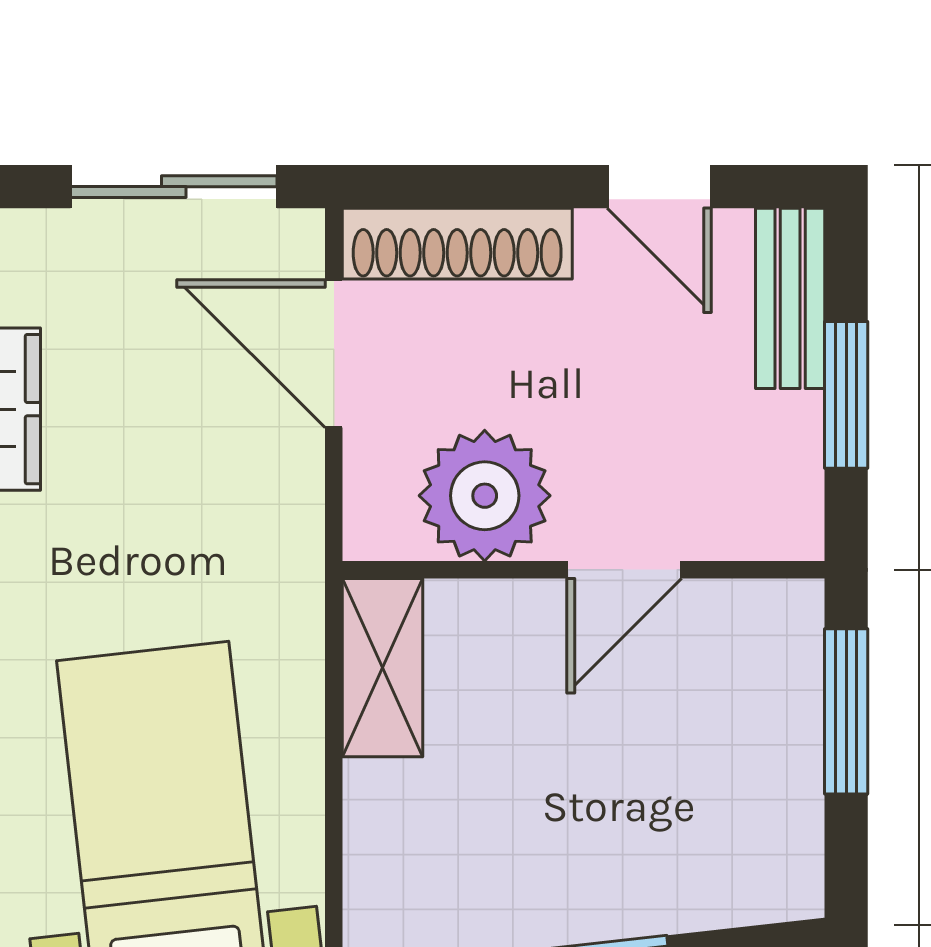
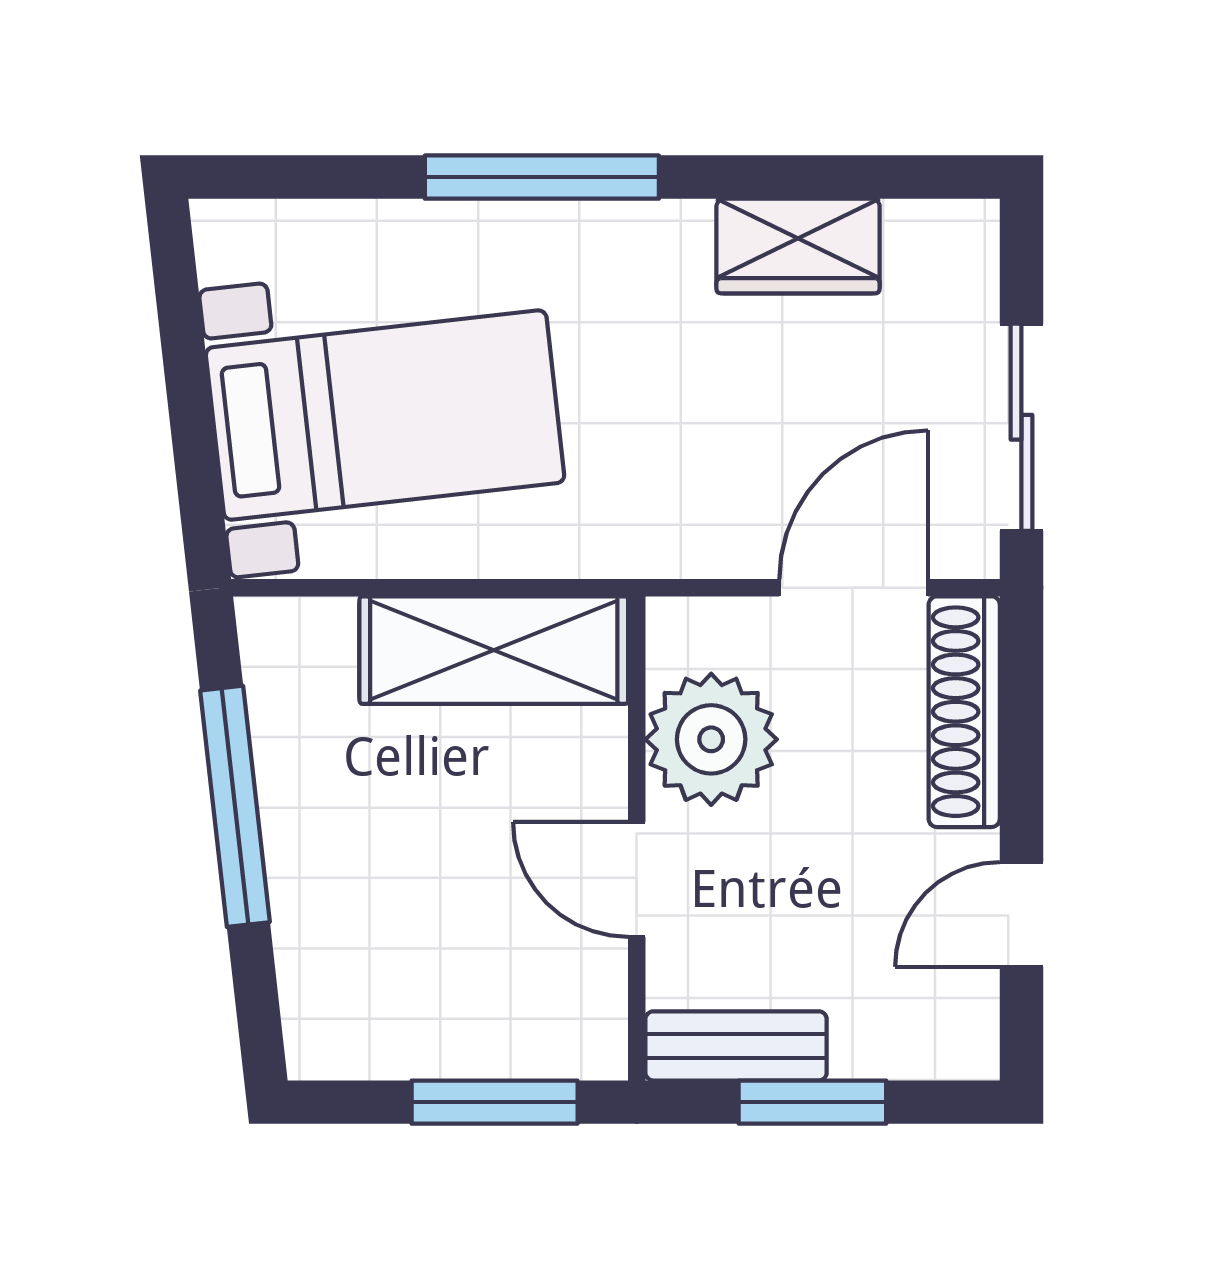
bench: (790, 298) -> (736, 1046), moved
shelving: (382, 668) -> (494, 650), width x1.50, depth x1.33

